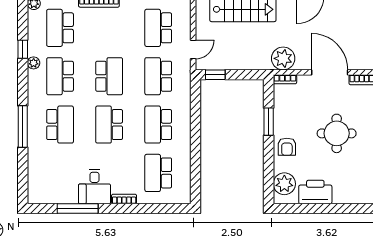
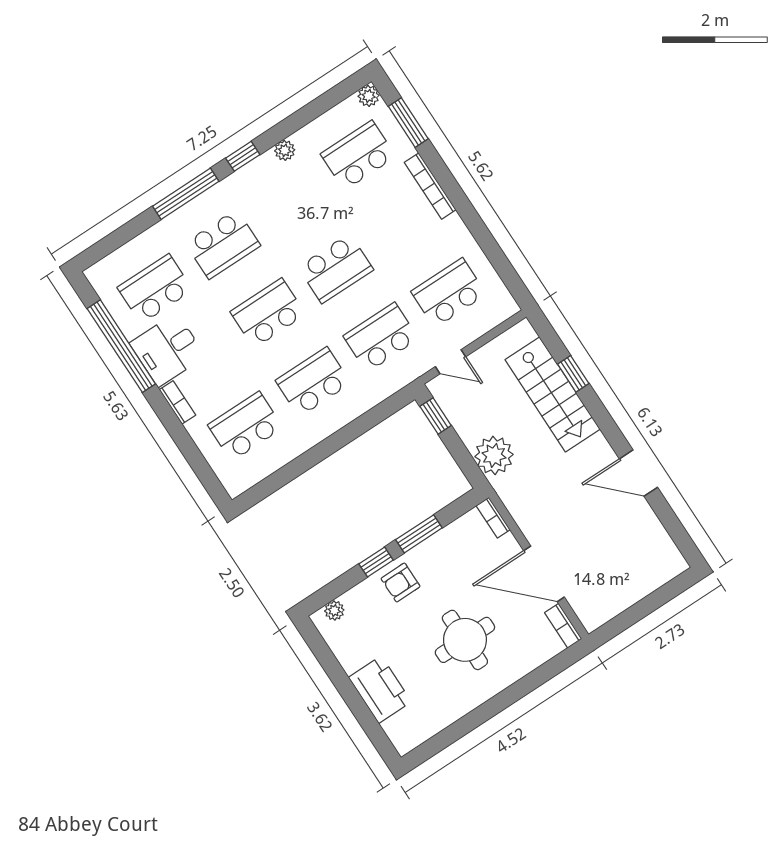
window: (23, 49) -> (243, 156), moved
plant: (283, 58) -> (494, 455), moved
door: (330, 72) -> (544, 574), swing flipped
school desk: (60, 76) -> (155, 289), moved
window: (269, 152) -> (376, 562), added
plant: (284, 184) -> (334, 611), width x0.53, depth x0.53
printer: (315, 192) -> (380, 690), moved
window: (78, 209) -> (121, 346), width x1.46

